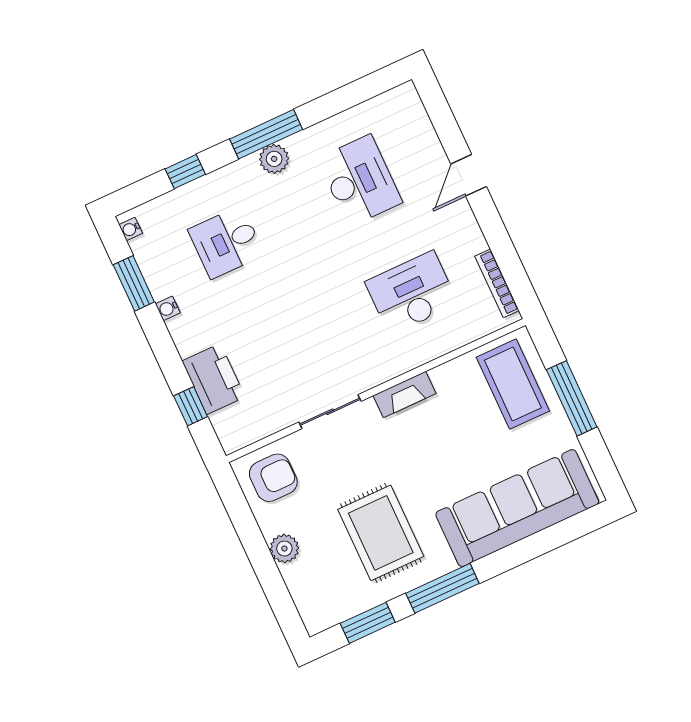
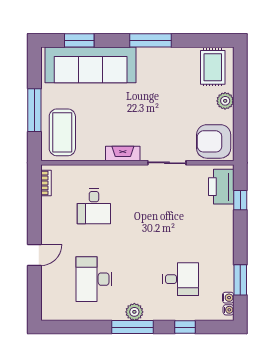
bookcase: (497, 283) -> (46, 183), width x0.64
desk: (412, 293) -> (94, 206), width x0.73
water cooler: (168, 308) -> (228, 298), moved
printer: (214, 379) -> (221, 187), moved
armchair: (273, 478) -> (214, 141), width x1.36, depth x1.36
rug: (381, 533) -> (213, 67), moved, width x0.73, depth x0.70
window: (368, 623) -> (79, 40), moved

